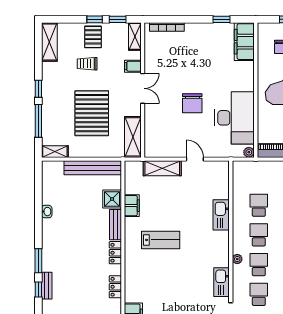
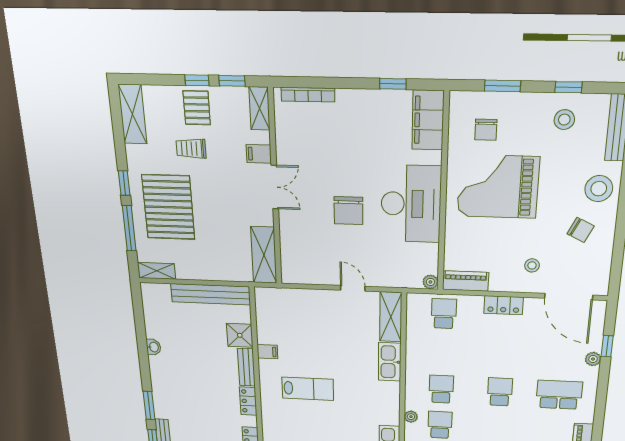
pallet: (92, 113) -> (168, 207), moved
desk: (234, 118) -> (411, 204), moved
shelving: (162, 168) -> (391, 317), moved, turned 90
school desk: (259, 205) -> (444, 314), moved
filing cabinet: (132, 206) -> (267, 352), width x0.50

